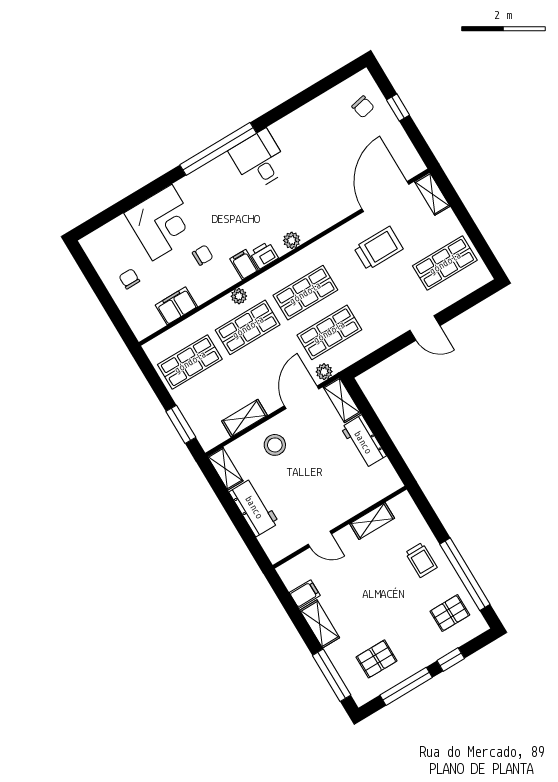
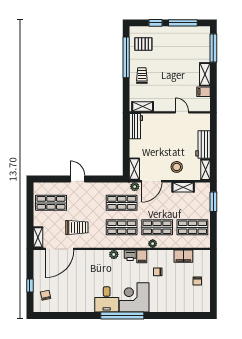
corner desk: (162, 223) -> (134, 297), moved
trolley: (379, 248) -> (77, 227), turned 180
workbench: (363, 442) -> (136, 126), moved
shelving: (372, 521) -> (143, 106), moved
pallet: (377, 659) -> (189, 43), removed

